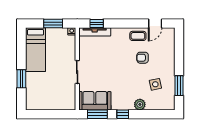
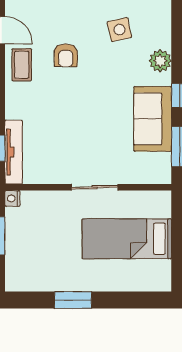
bed: (35, 50) -> (127, 239), moved, turned 180
window: (21, 79) -> (73, 300), moved
sofa: (95, 101) -> (153, 119), moved

